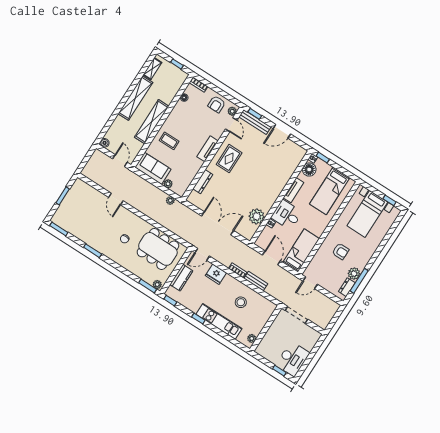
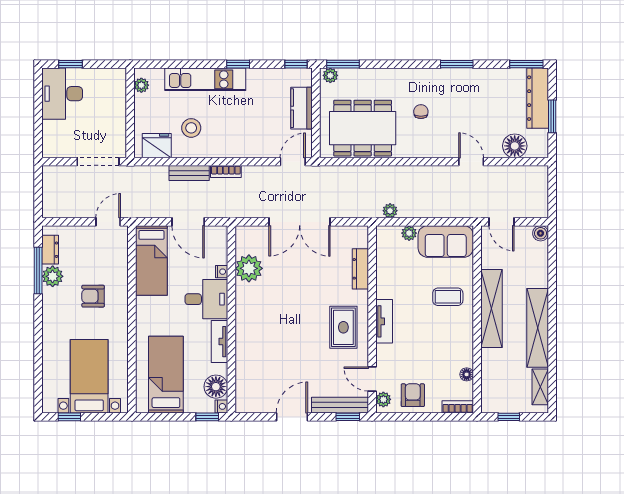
floor lamp: (90, 193) -> (515, 146), added
dresser: (64, 209) -> (538, 98), added
fridge: (216, 274) -> (157, 146), moved

